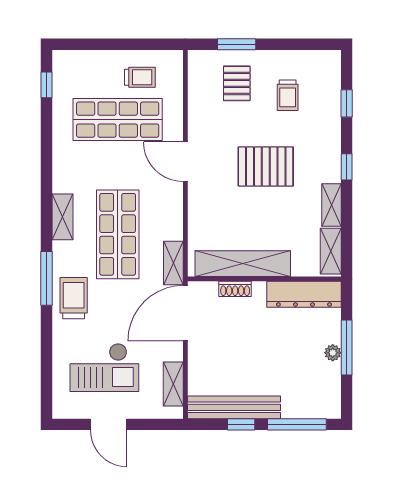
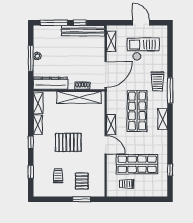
window: (46, 85) -> (170, 170), moved
shelving: (173, 263) -> (111, 125), moved

